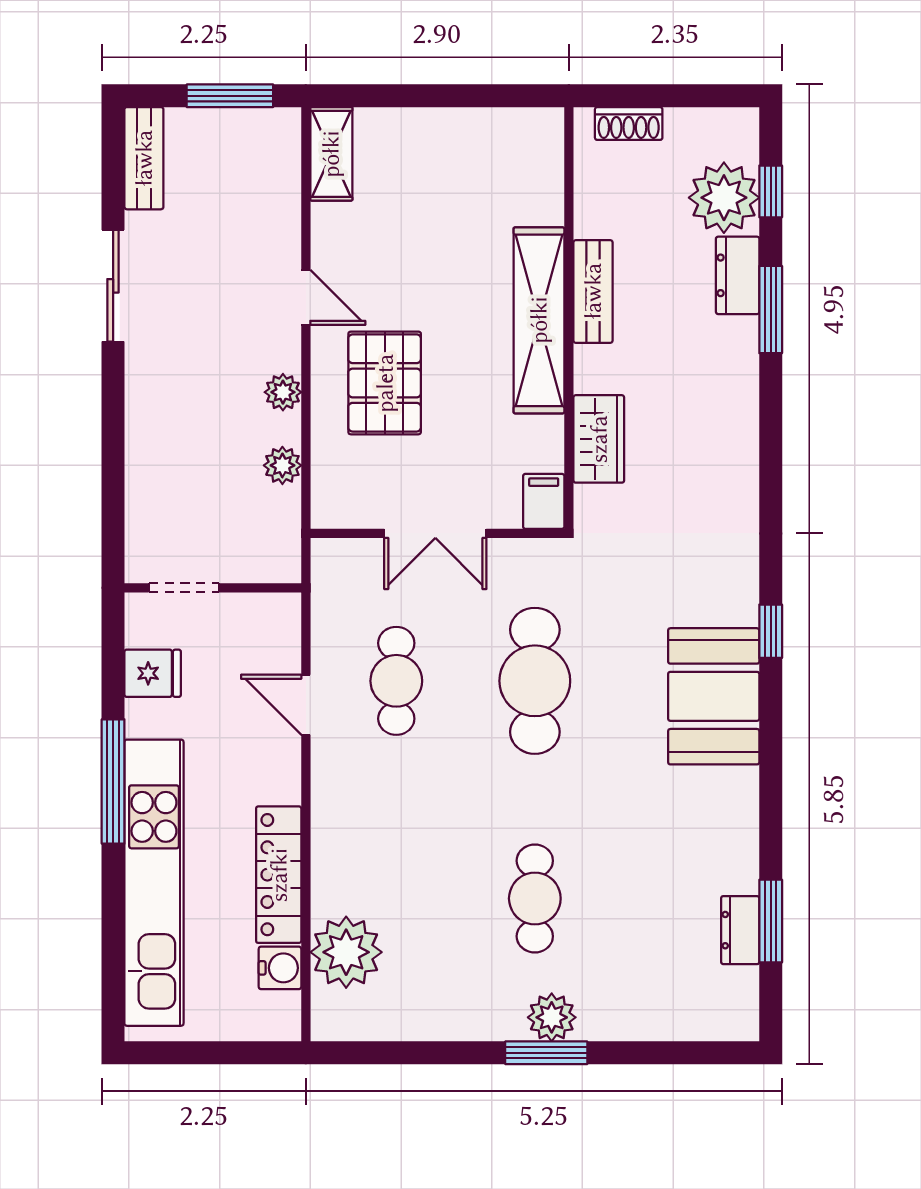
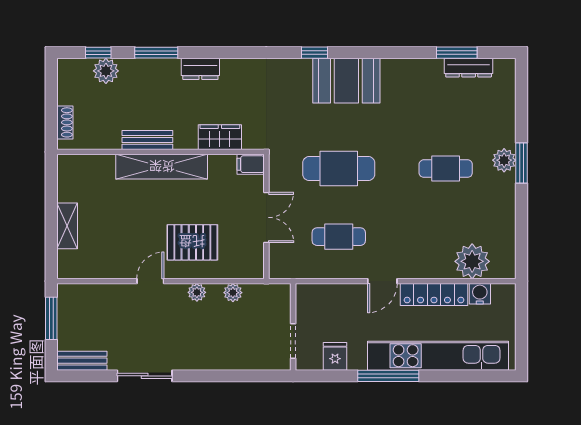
shelving: (331, 154) -> (67, 226), moved, turned 90
plant: (724, 198) -> (106, 71), width x0.73, depth x0.73
dresser: (738, 275) -> (200, 69), moved
door: (306, 705) -> (382, 281), moved
dresser: (740, 930) -> (469, 68), width x1.44

